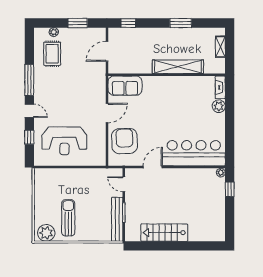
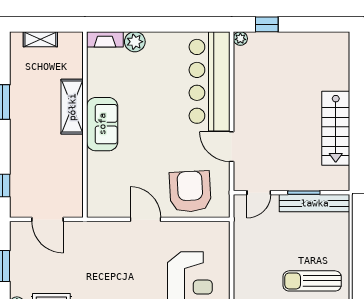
shelving: (178, 67) -> (72, 107), width x0.68
sofa: (125, 86) -> (102, 124), moved
armchair: (125, 141) -> (190, 191), turned 89

